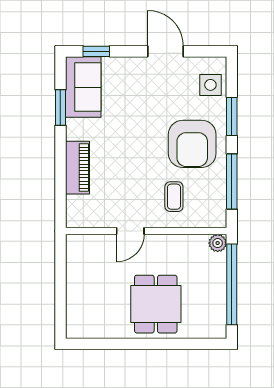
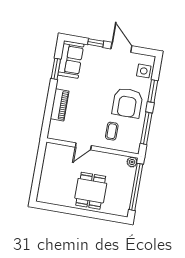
window: (96, 51) -> (96, 43), moved

